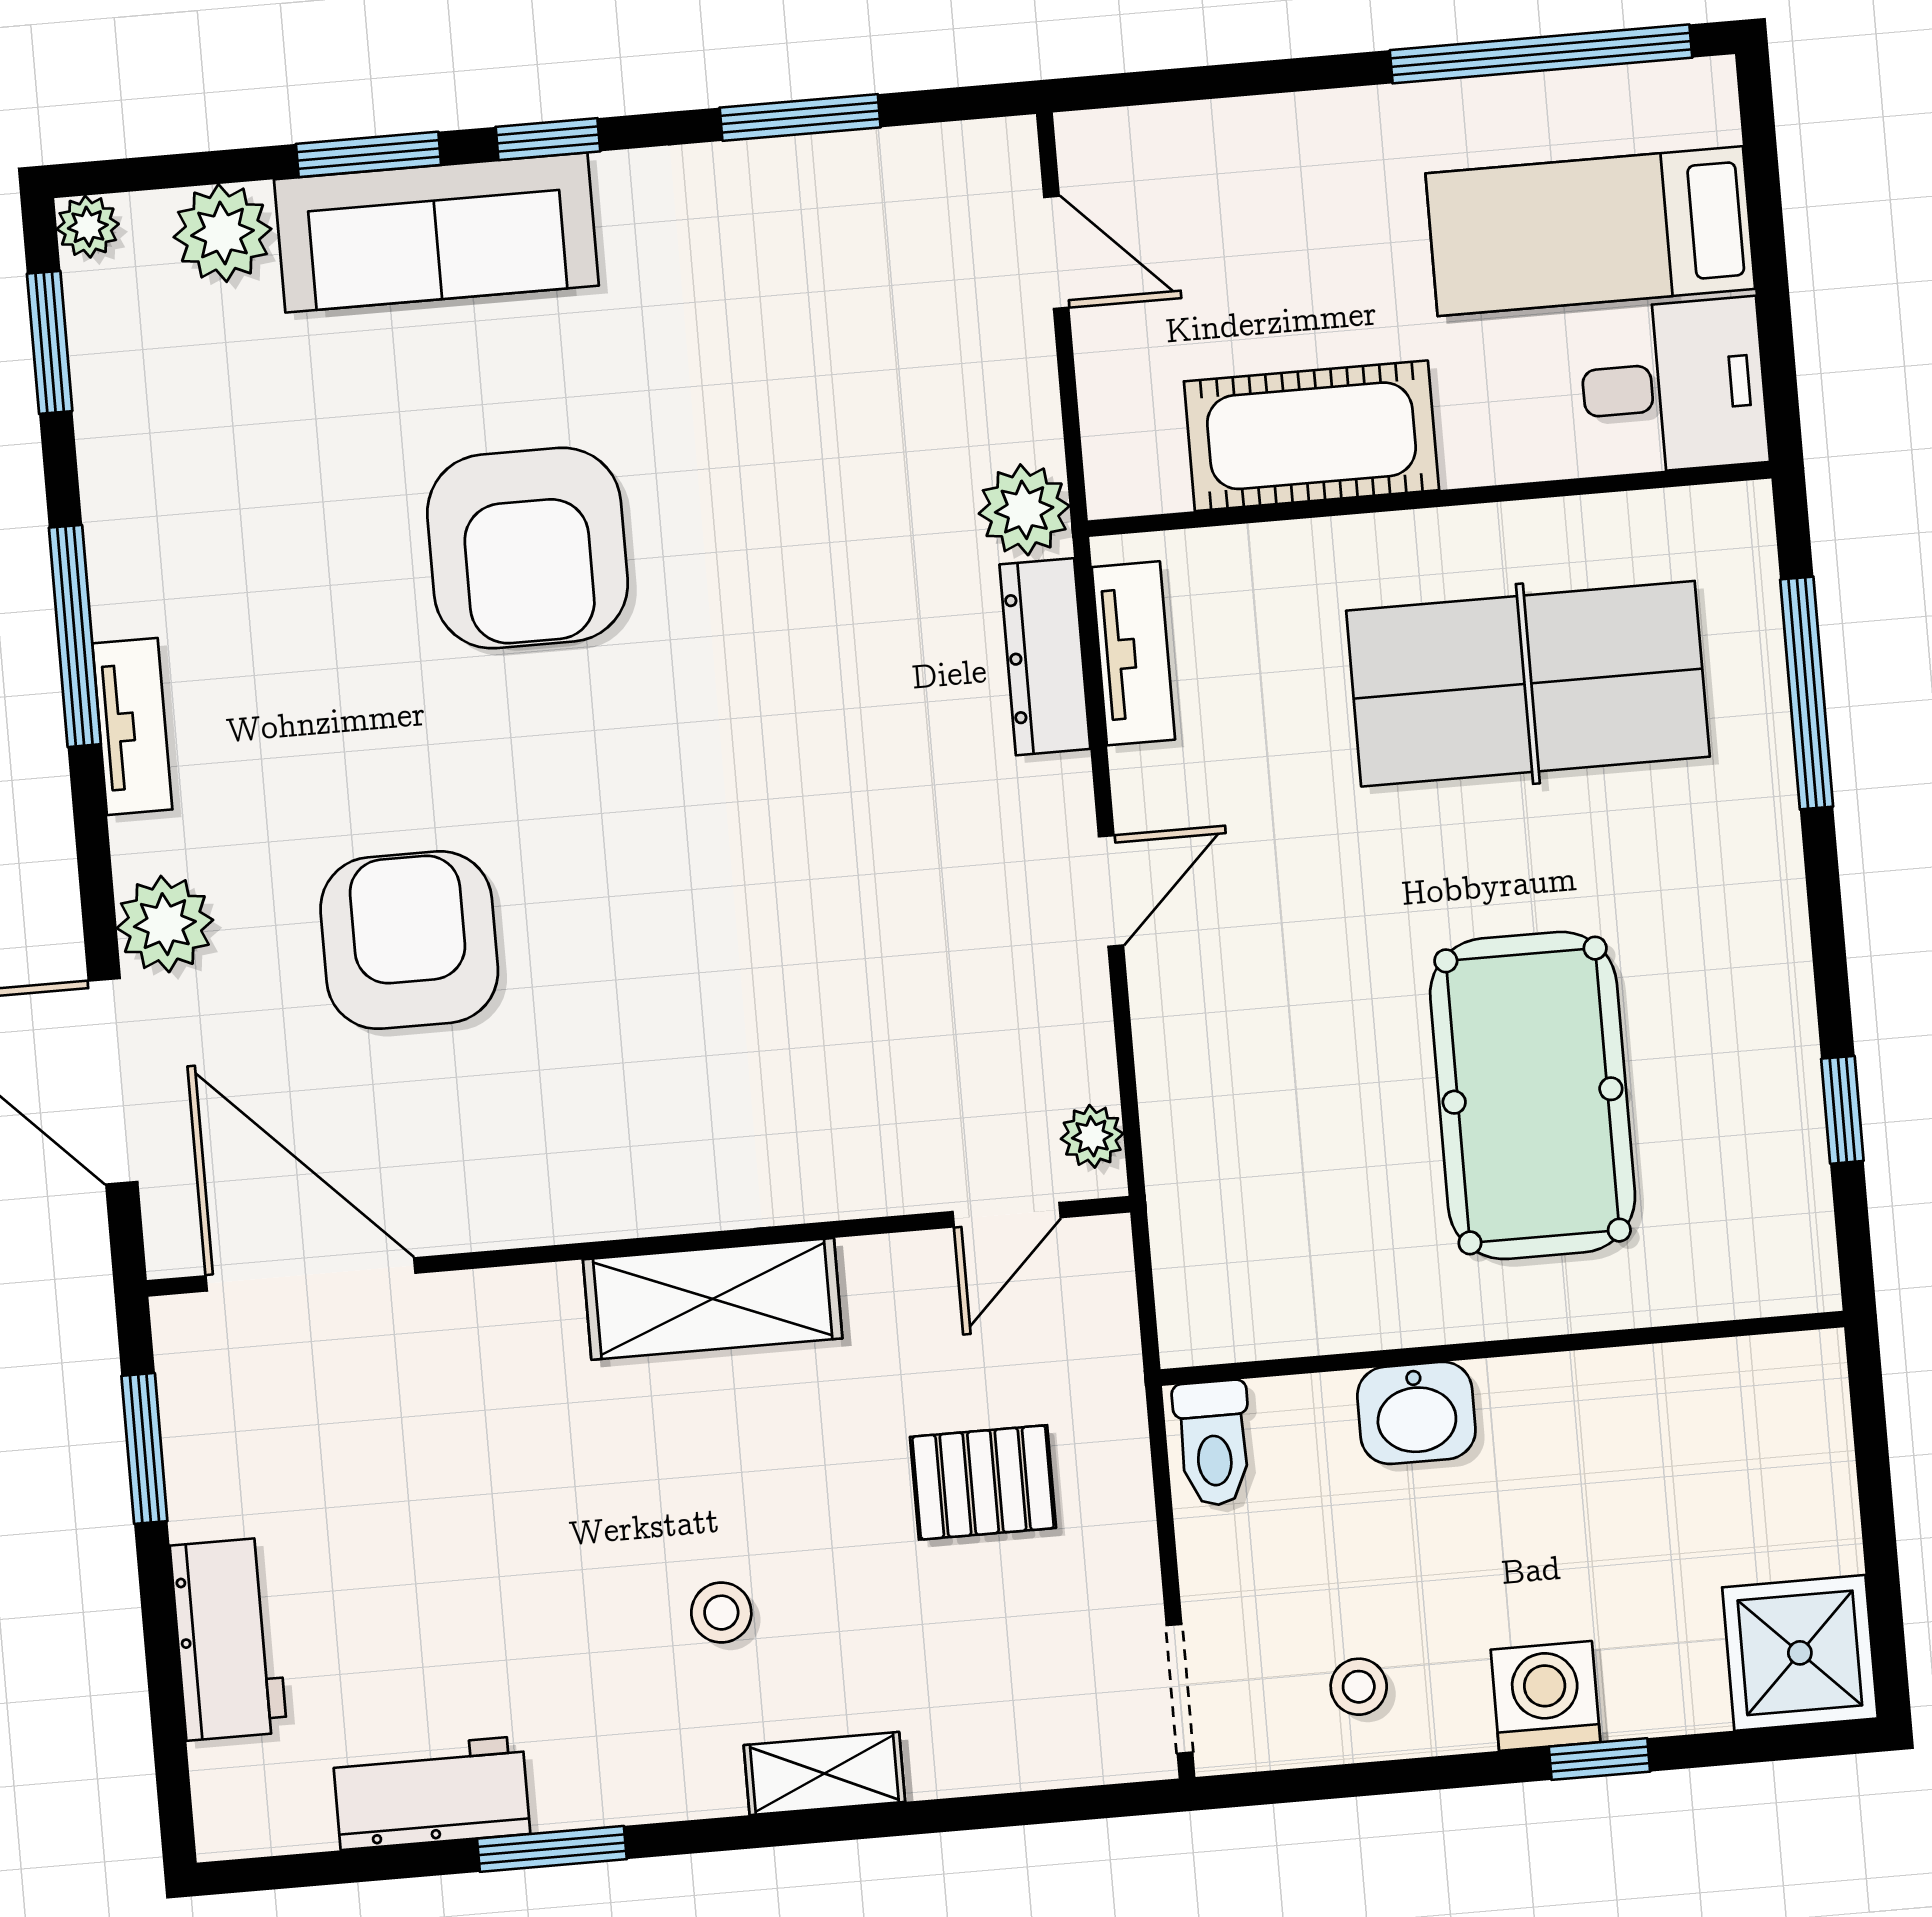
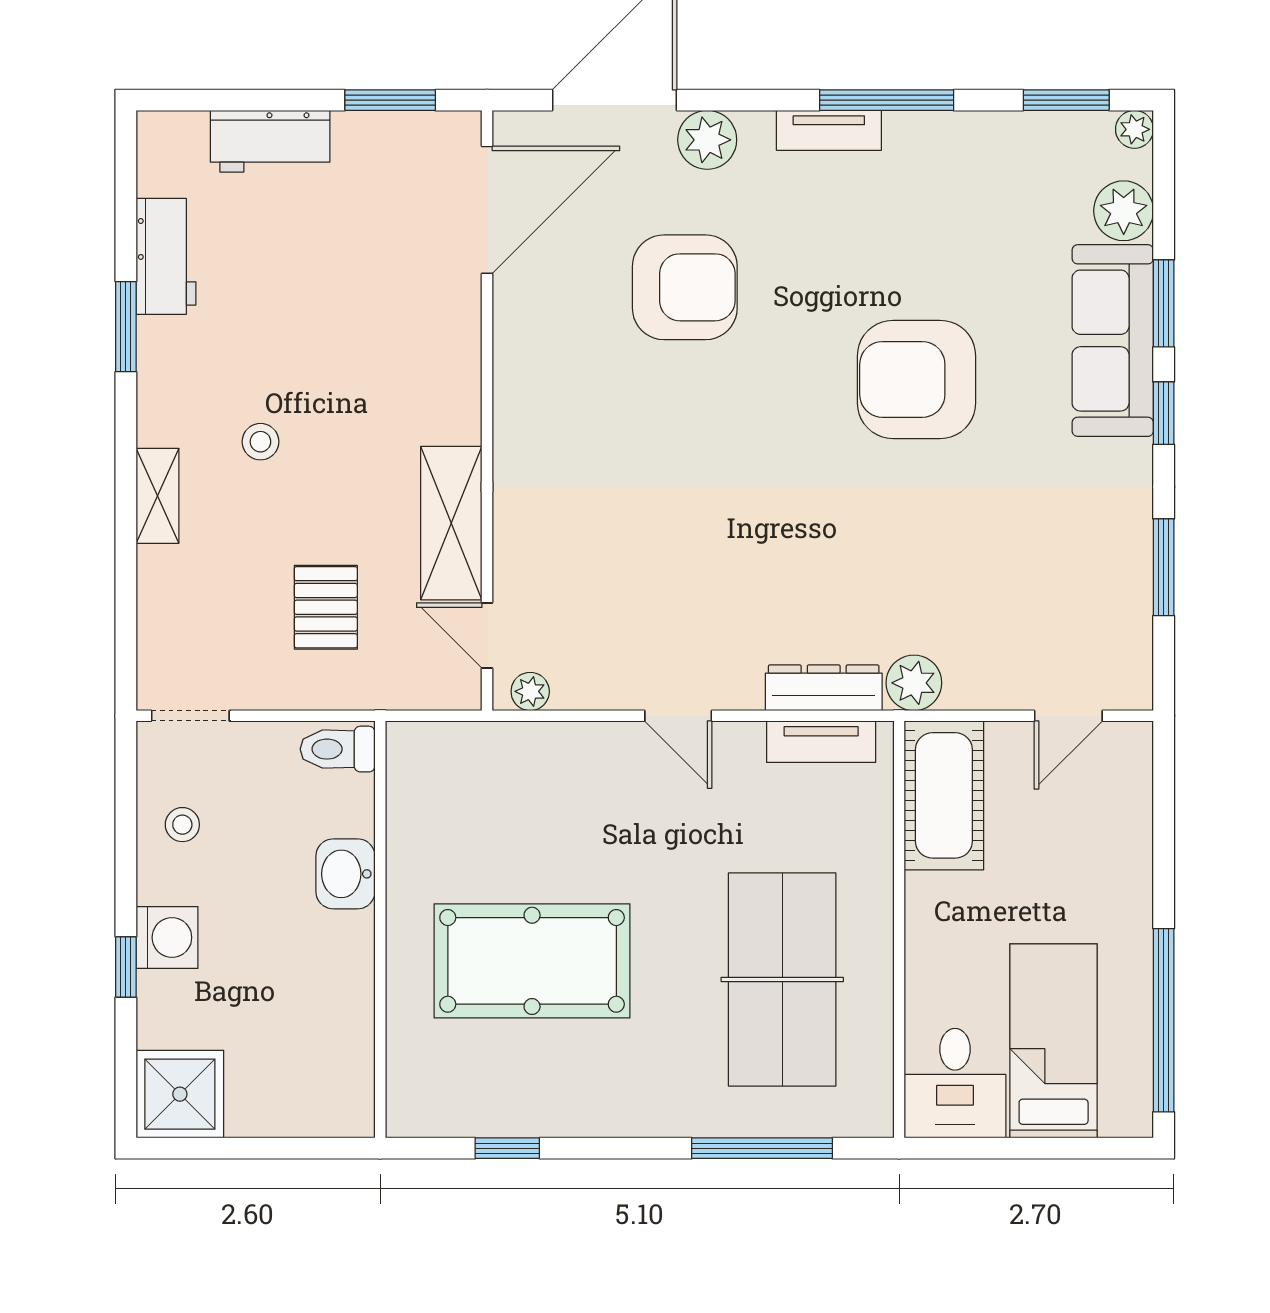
cot: (1311, 436) -> (944, 795), moved
shelving: (713, 1299) -> (451, 523), moved

